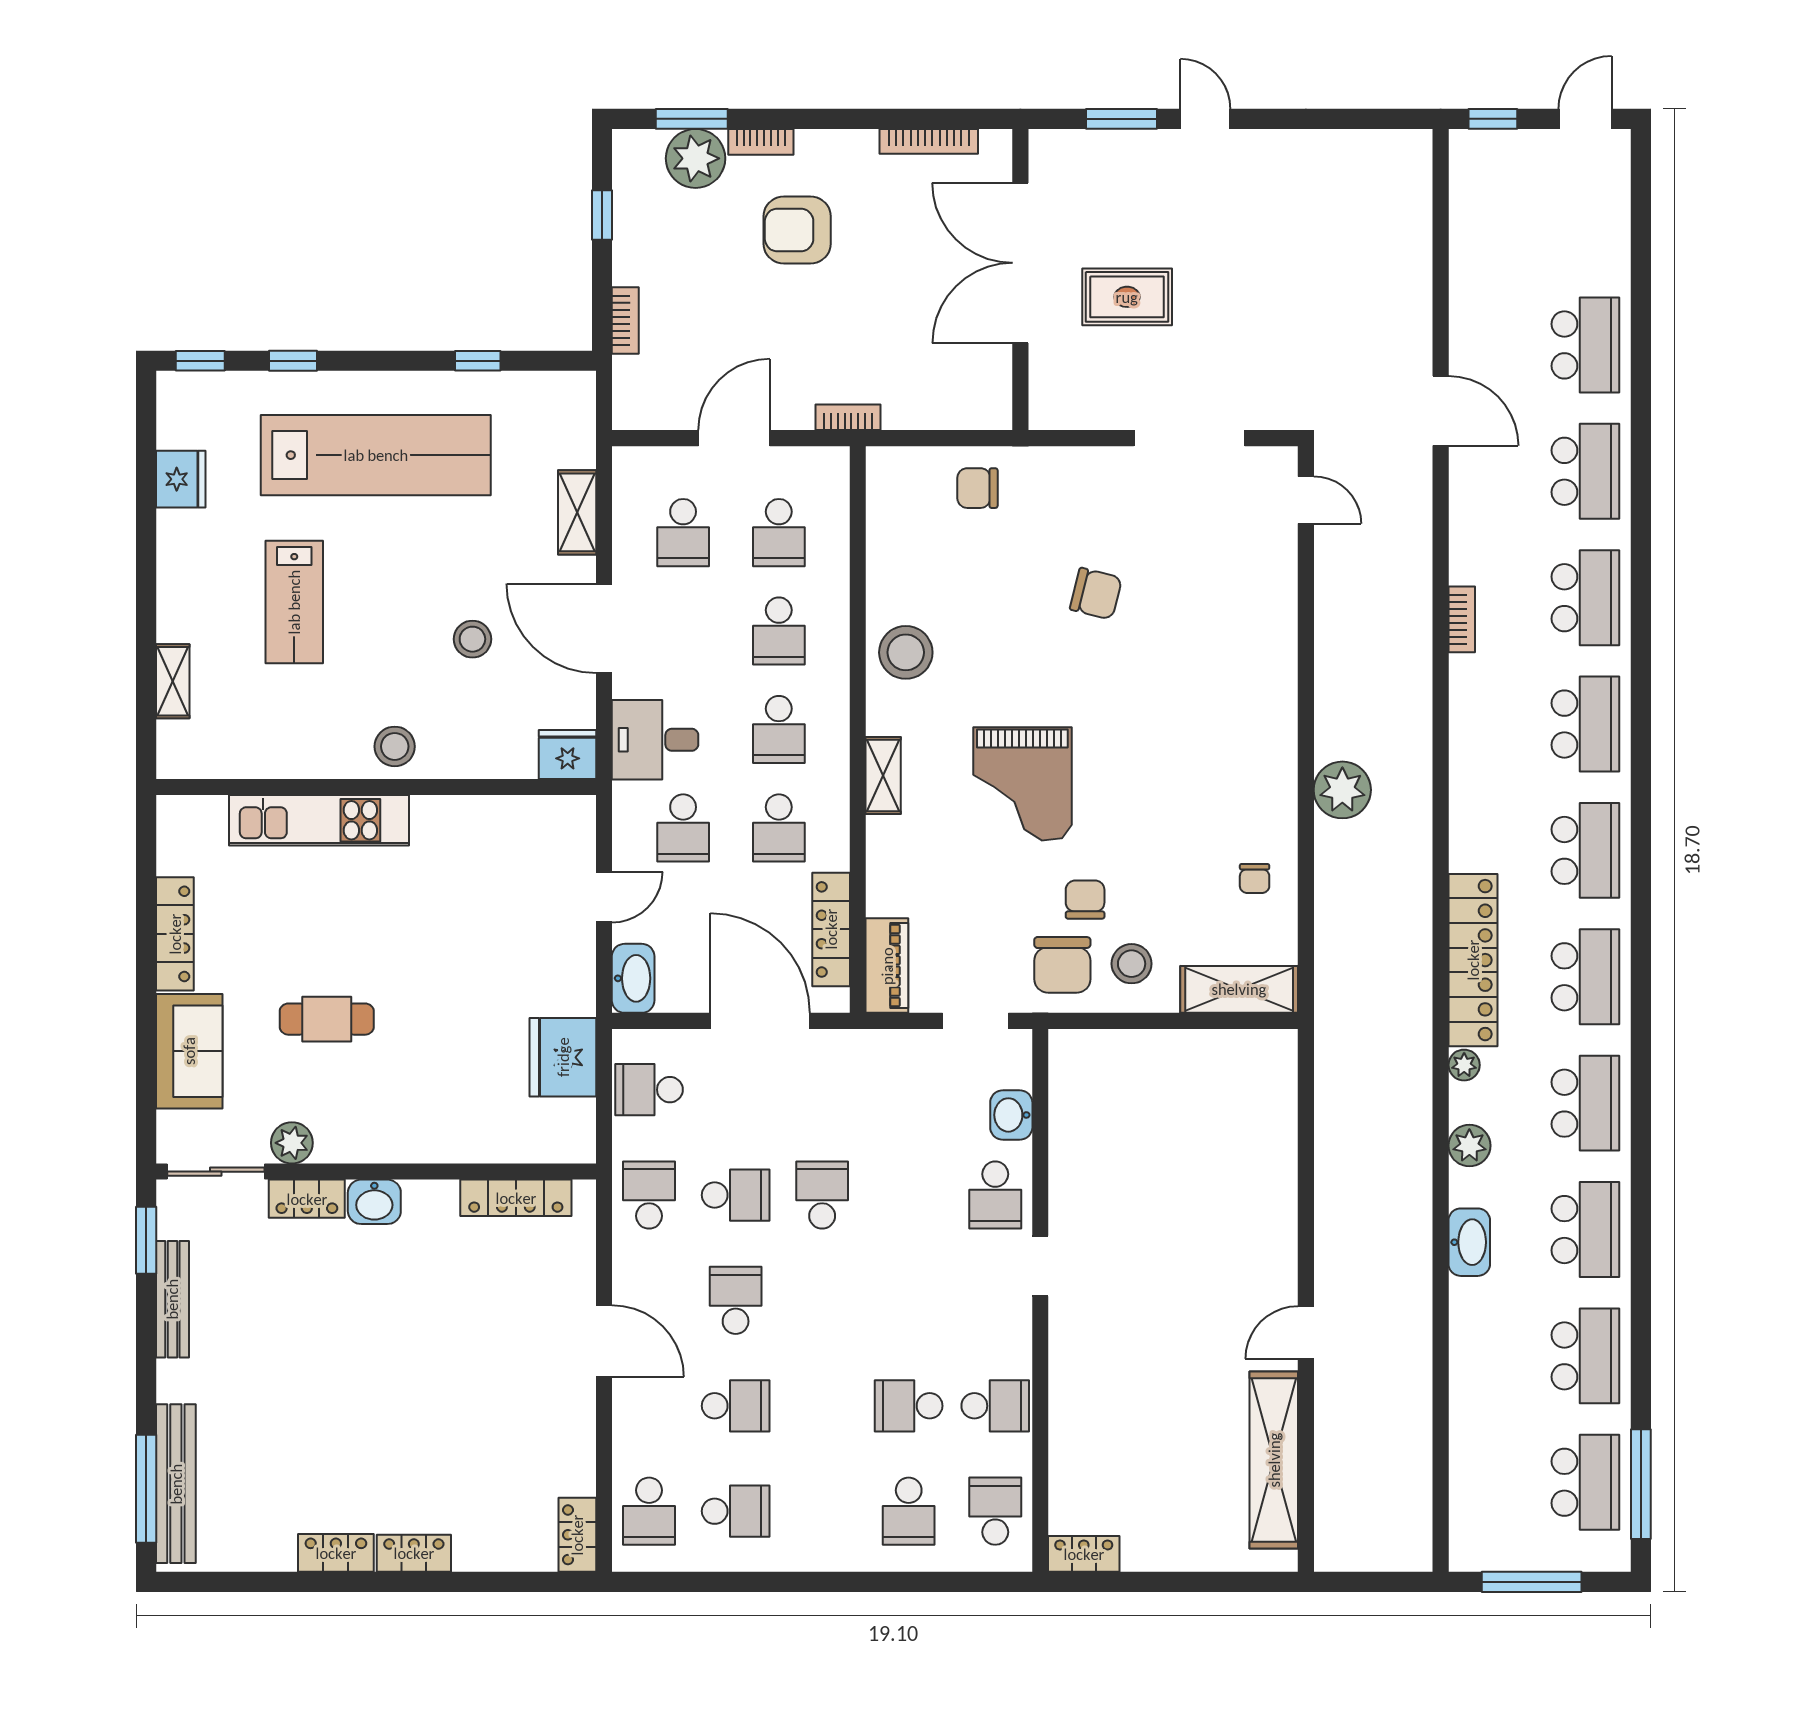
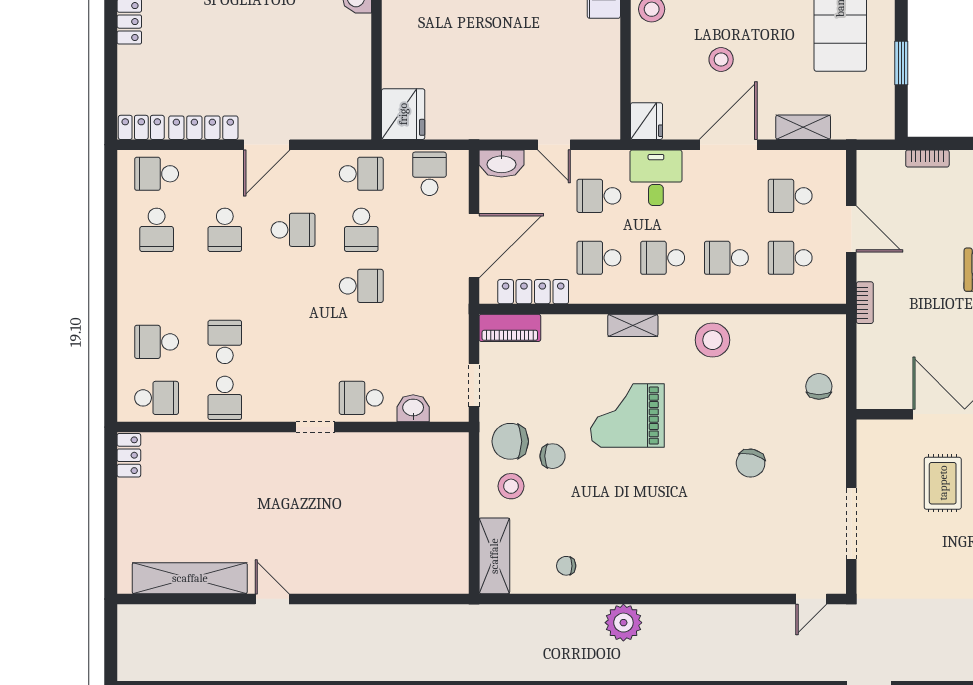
window: (478, 361) -> (901, 63), width x1.50
fridge: (563, 1057) -> (403, 114), moved, turned 90
locker: (516, 1198) -> (203, 128), moved, turned 90

